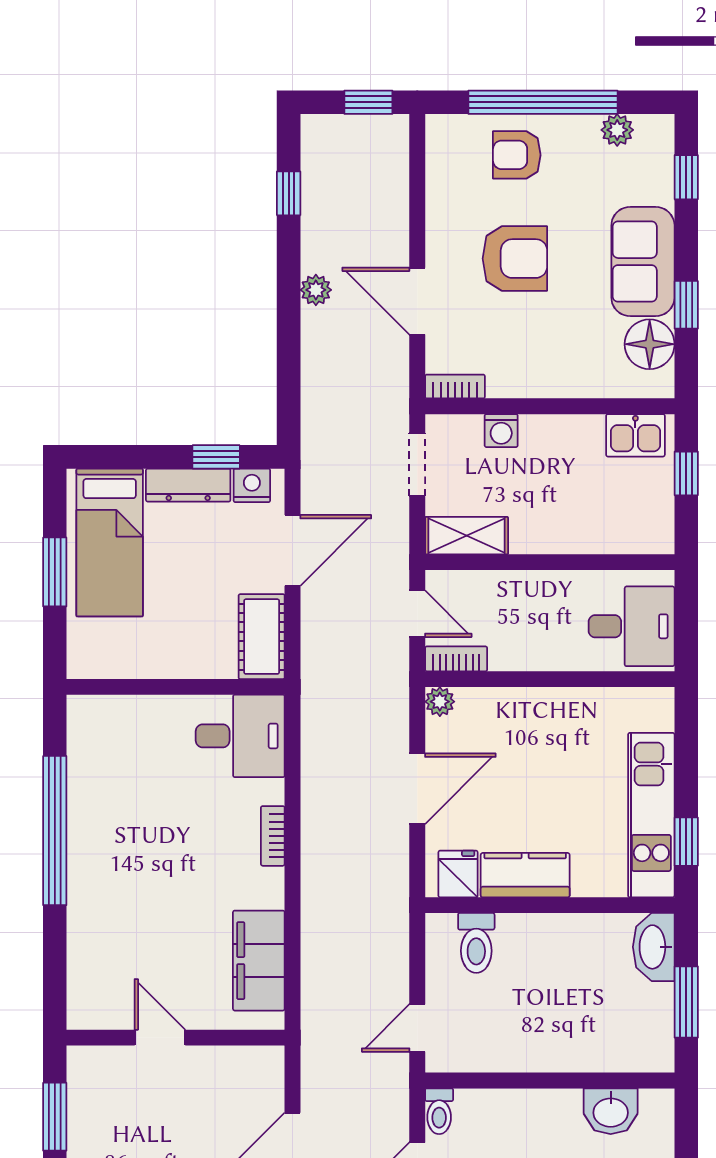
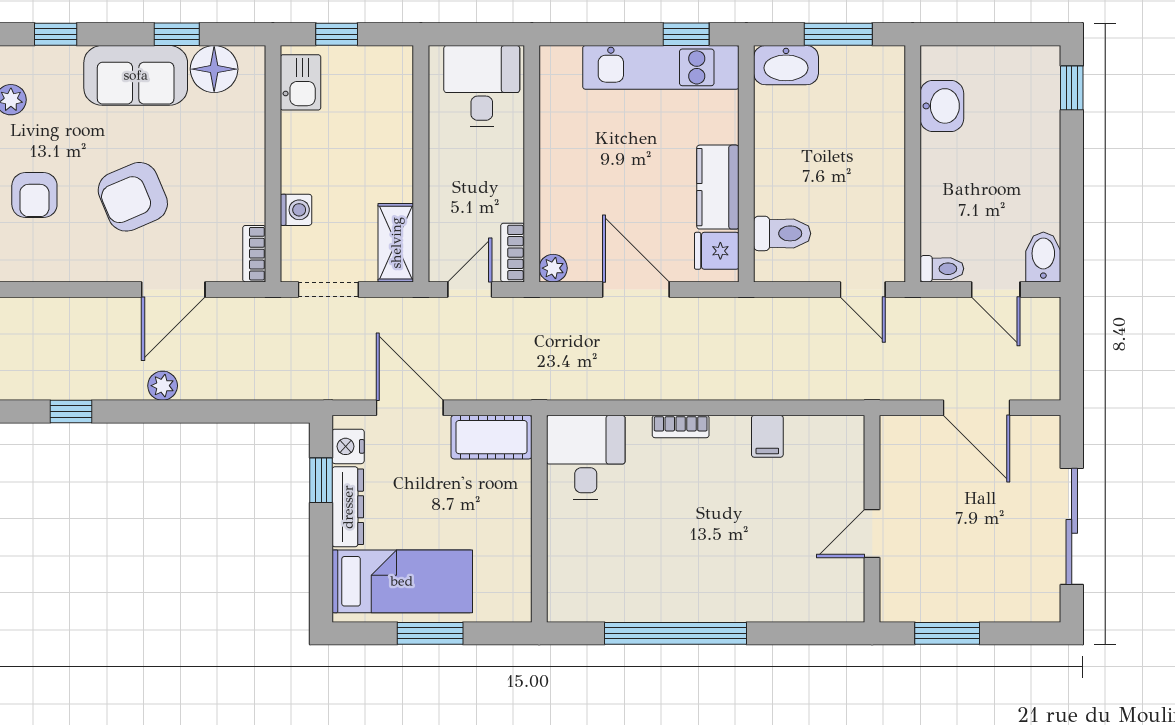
armchair: (515, 259) -> (133, 197), turned -113
filing cabinet: (259, 961) -> (767, 436), width x0.33, depth x0.86

